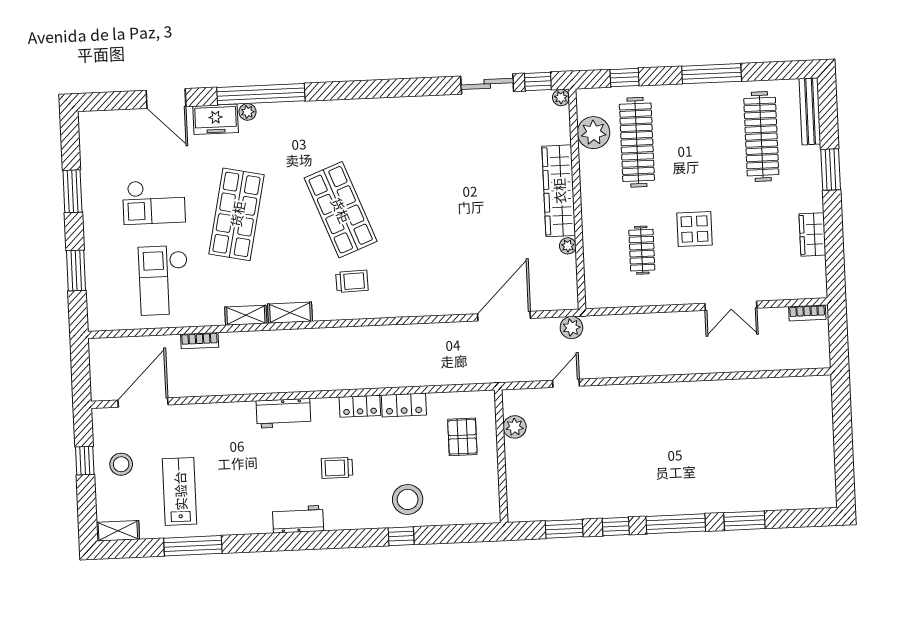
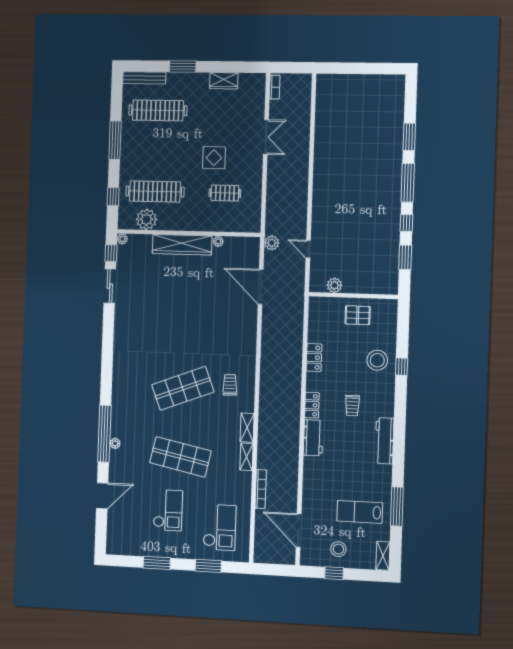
freezer: (216, 119) -> (118, 465), removed
checkout: (164, 280) -> (220, 527), moved, turned -90
bookcase: (200, 341) -> (261, 489), width x1.56
locker: (360, 406) -> (312, 405), moved
pallet: (462, 437) -> (358, 315), moved
workbench: (298, 519) -> (384, 441), width x1.38

